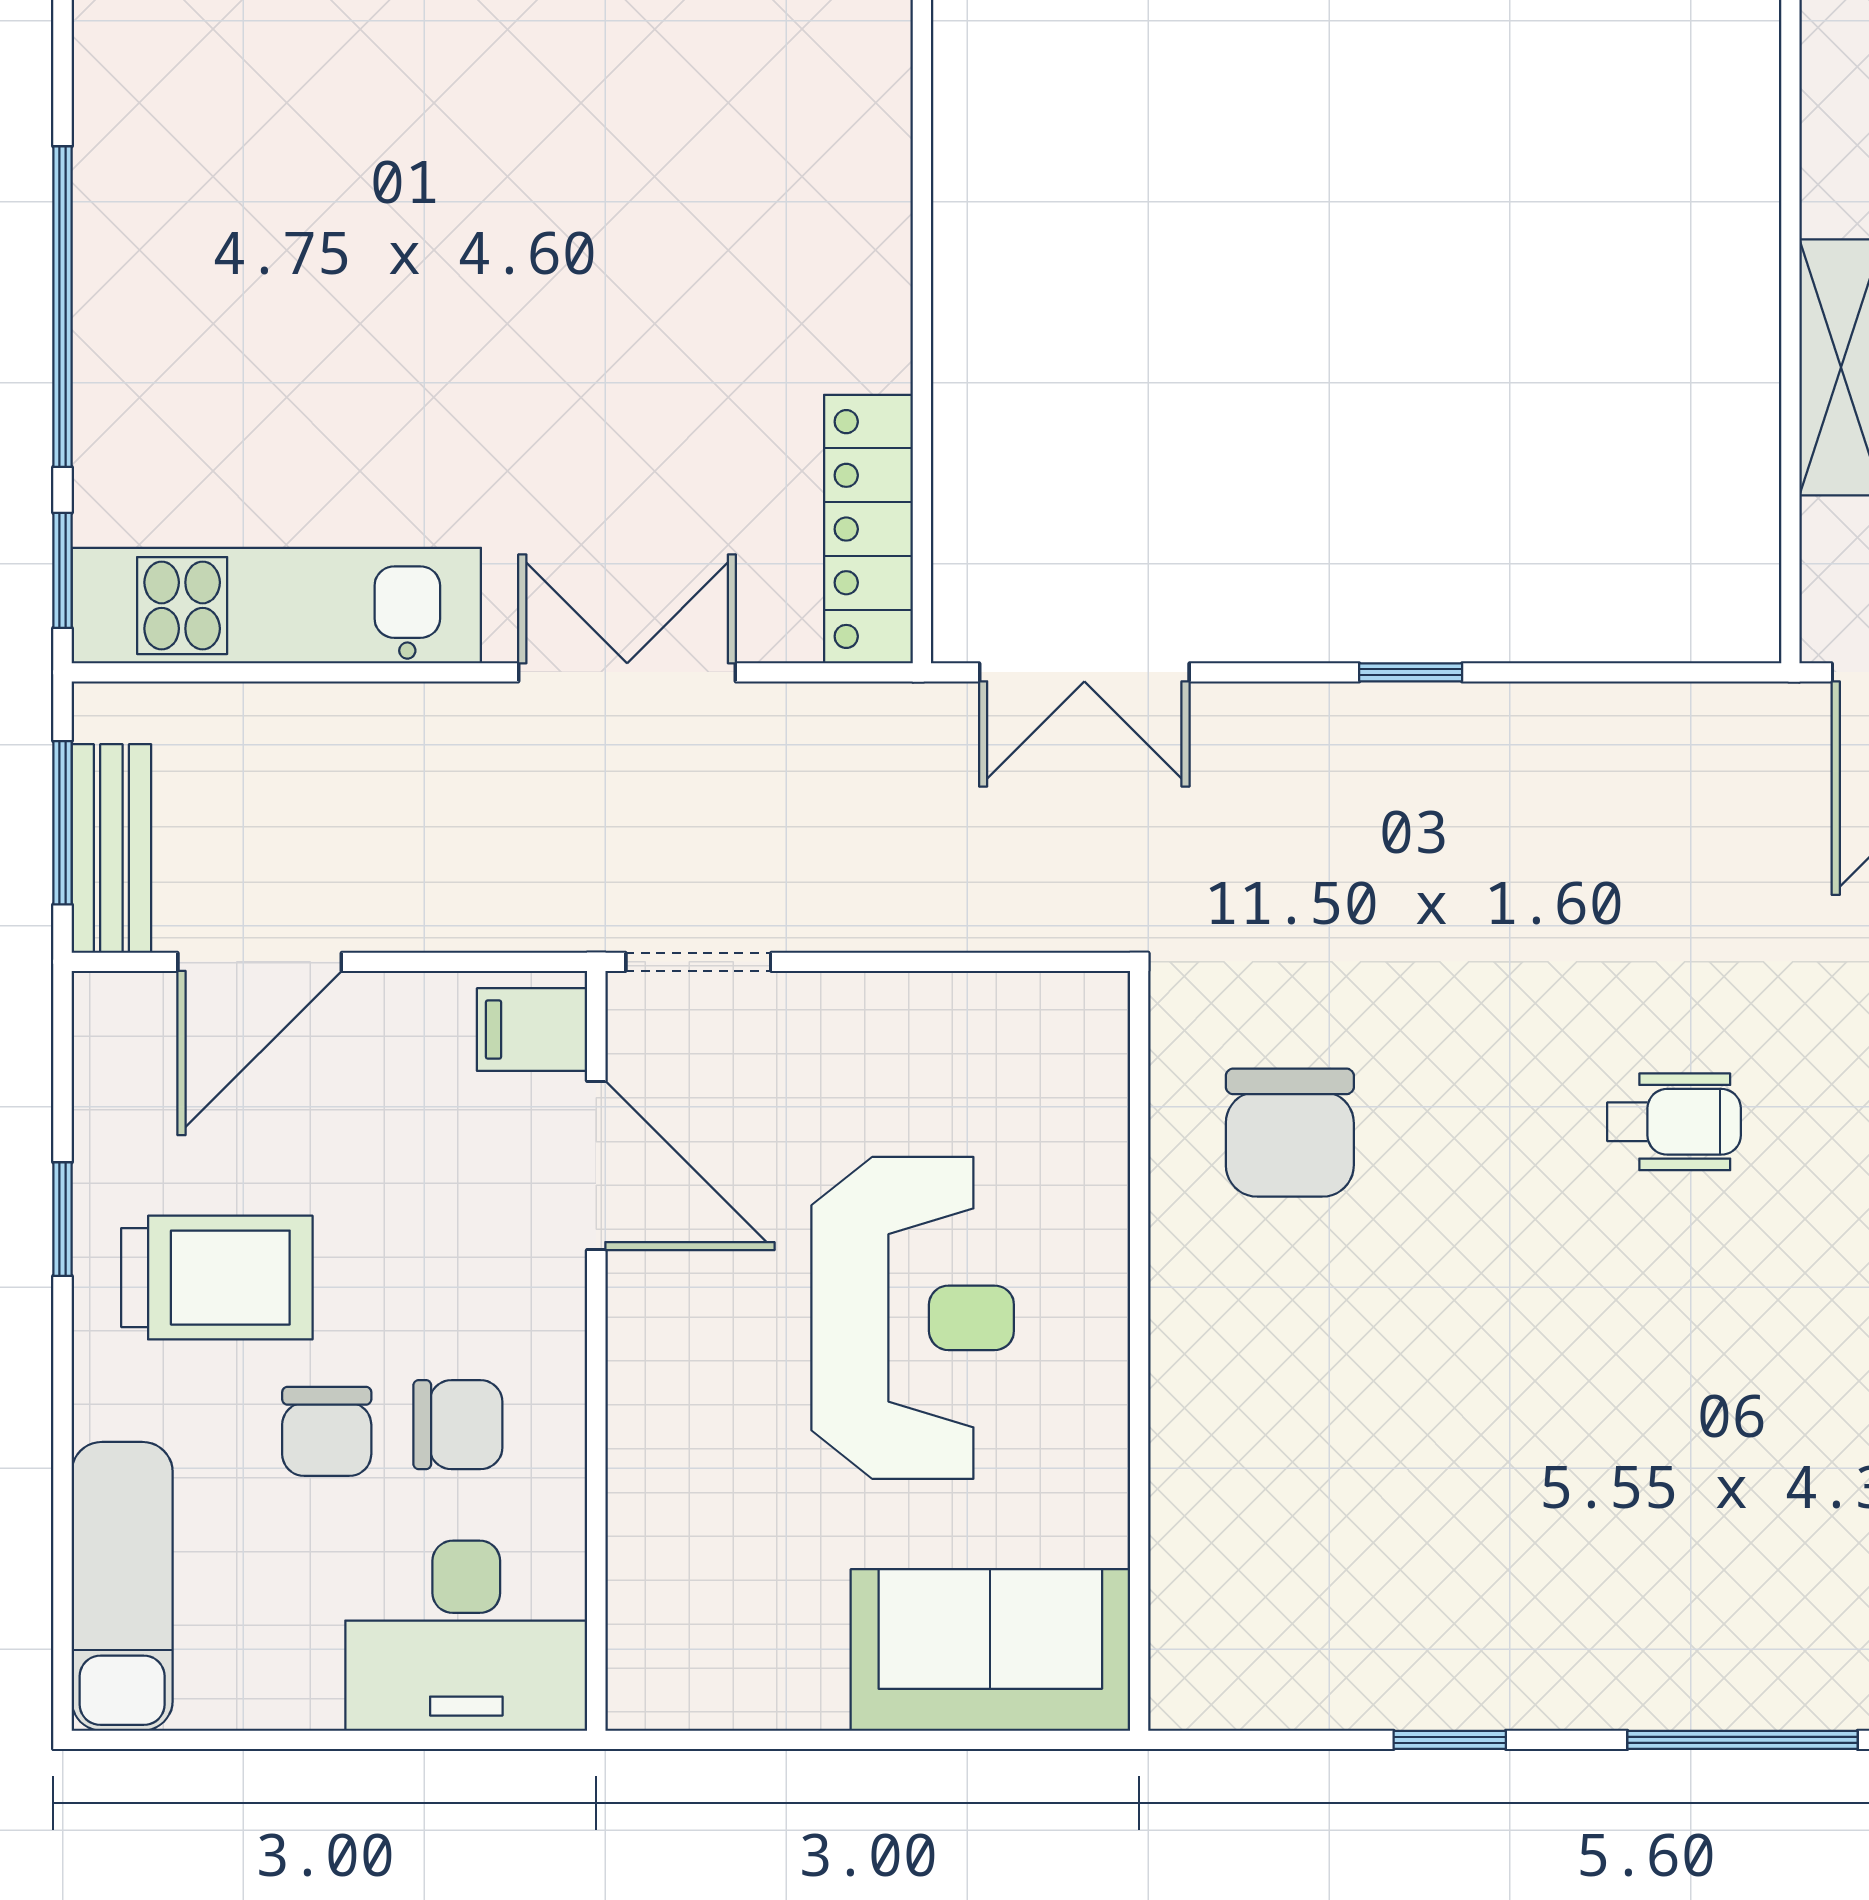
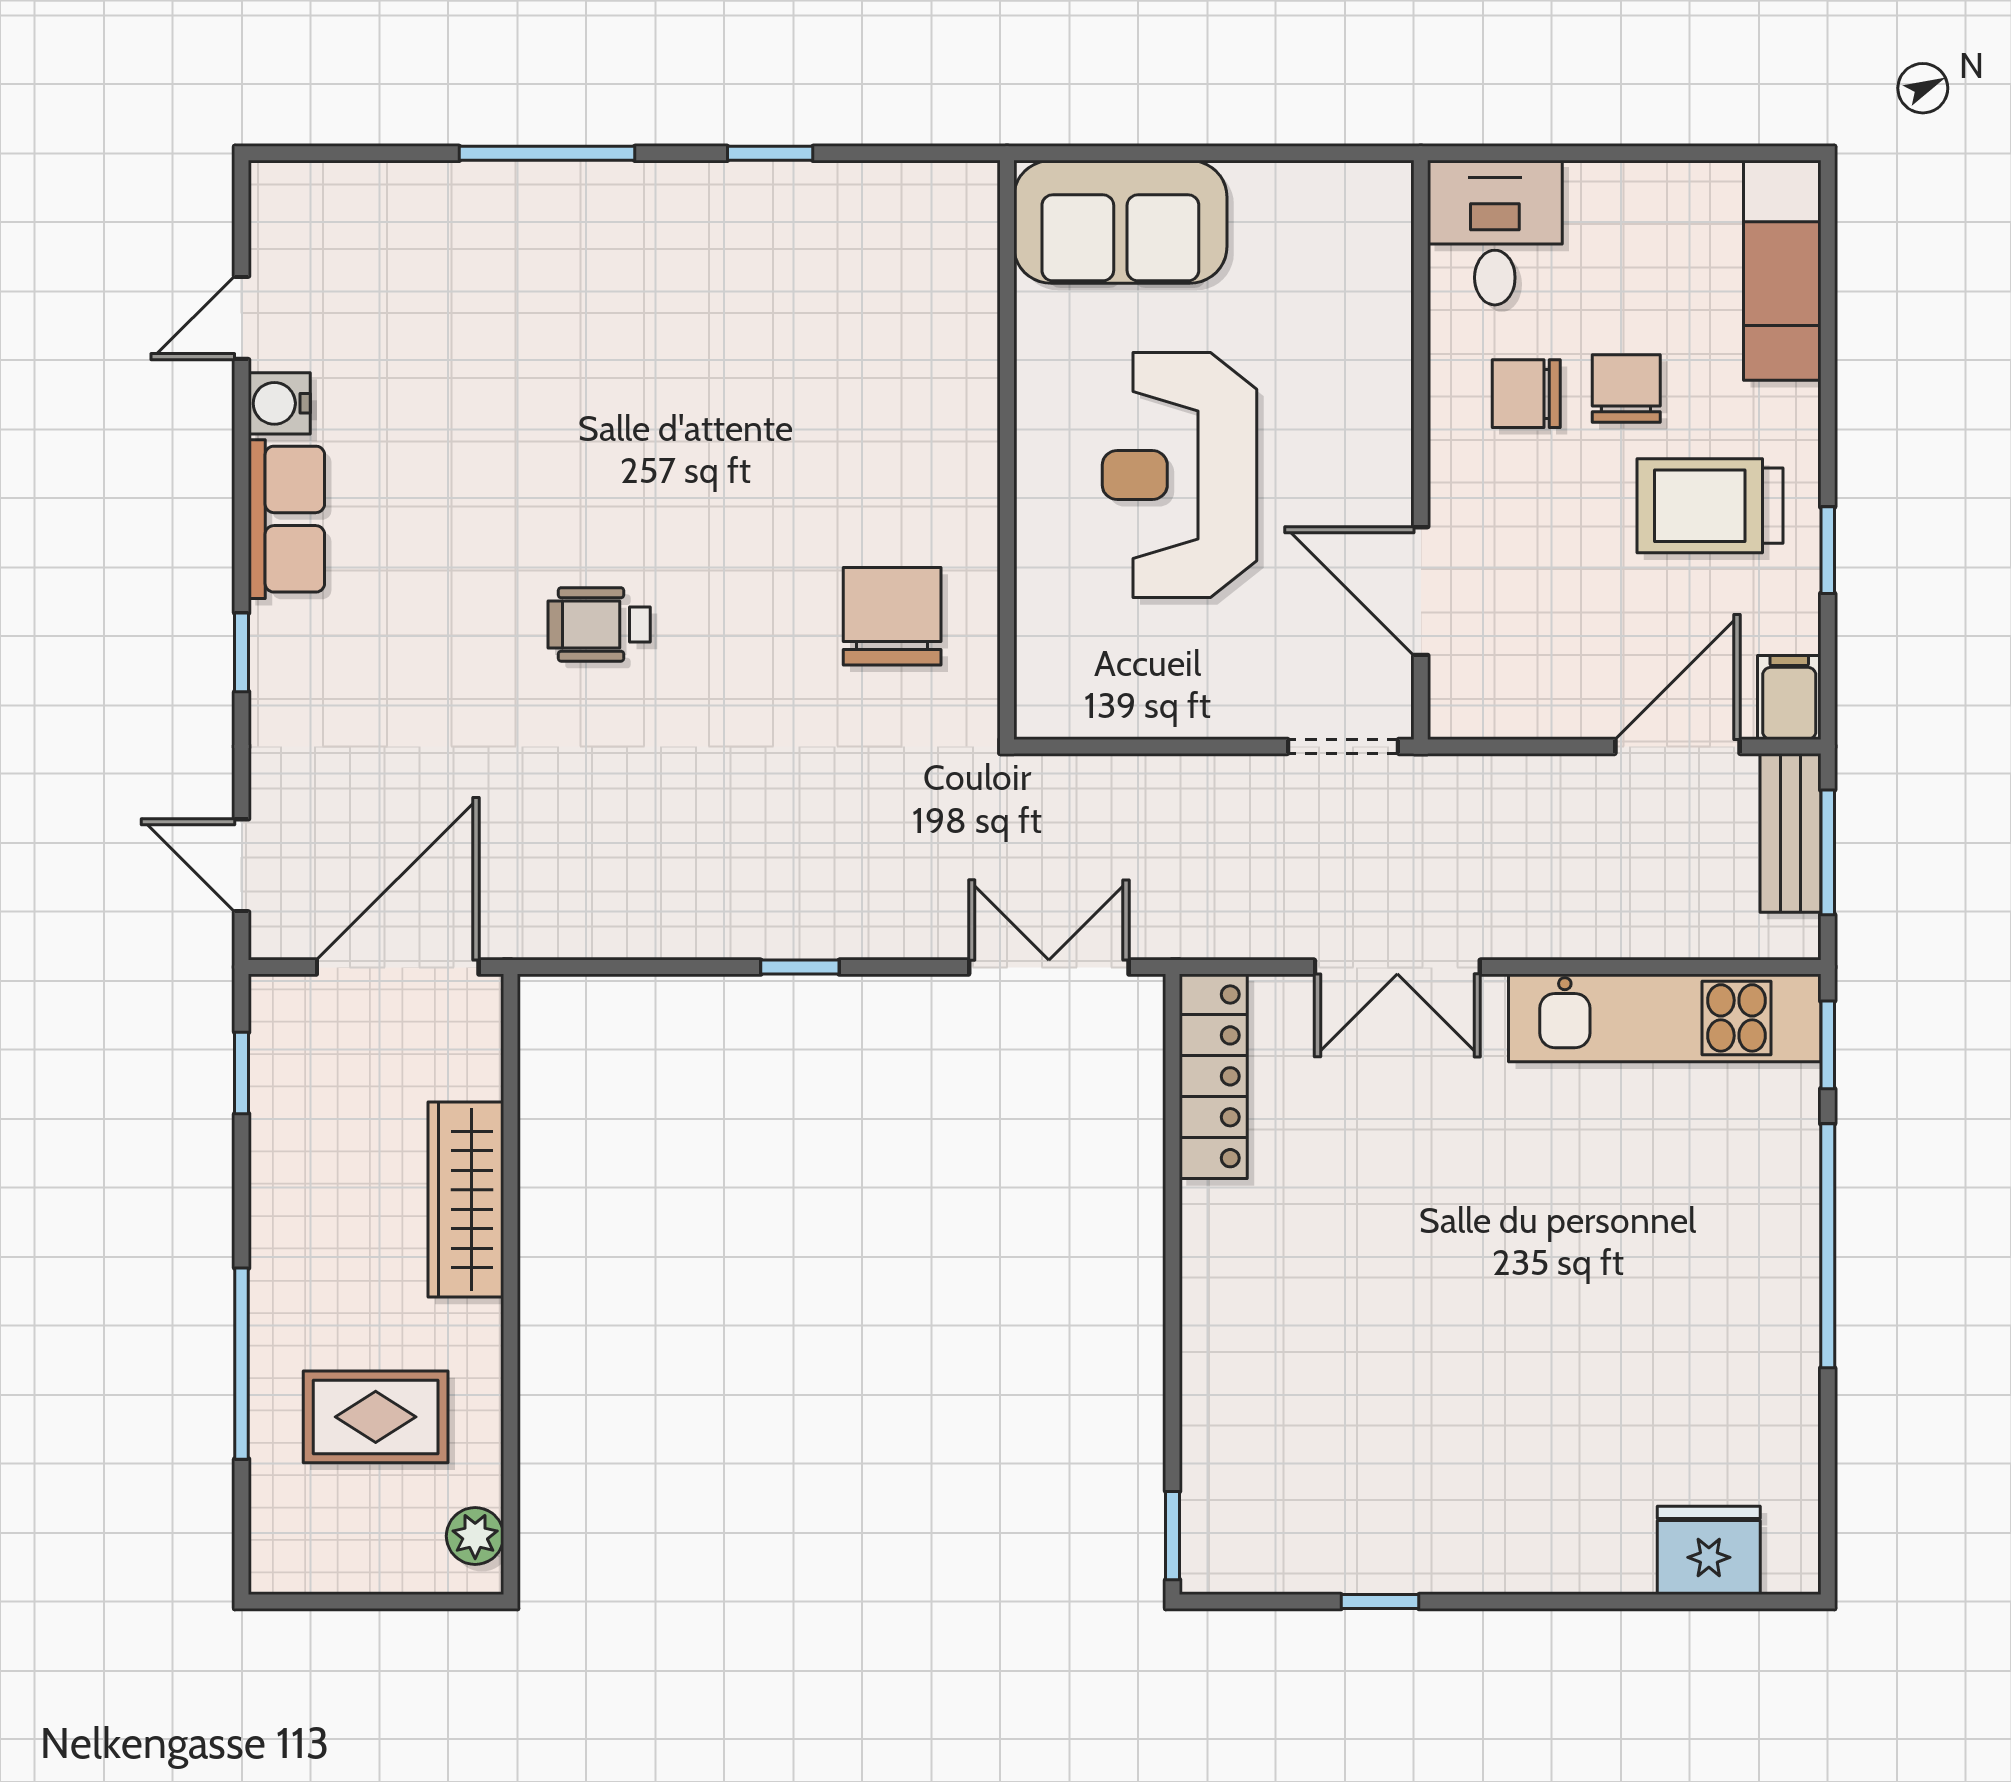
filing cabinet: (532, 1030) -> (1789, 697), moved, turned -90
desk: (466, 1636) -> (1495, 233), width x0.73

